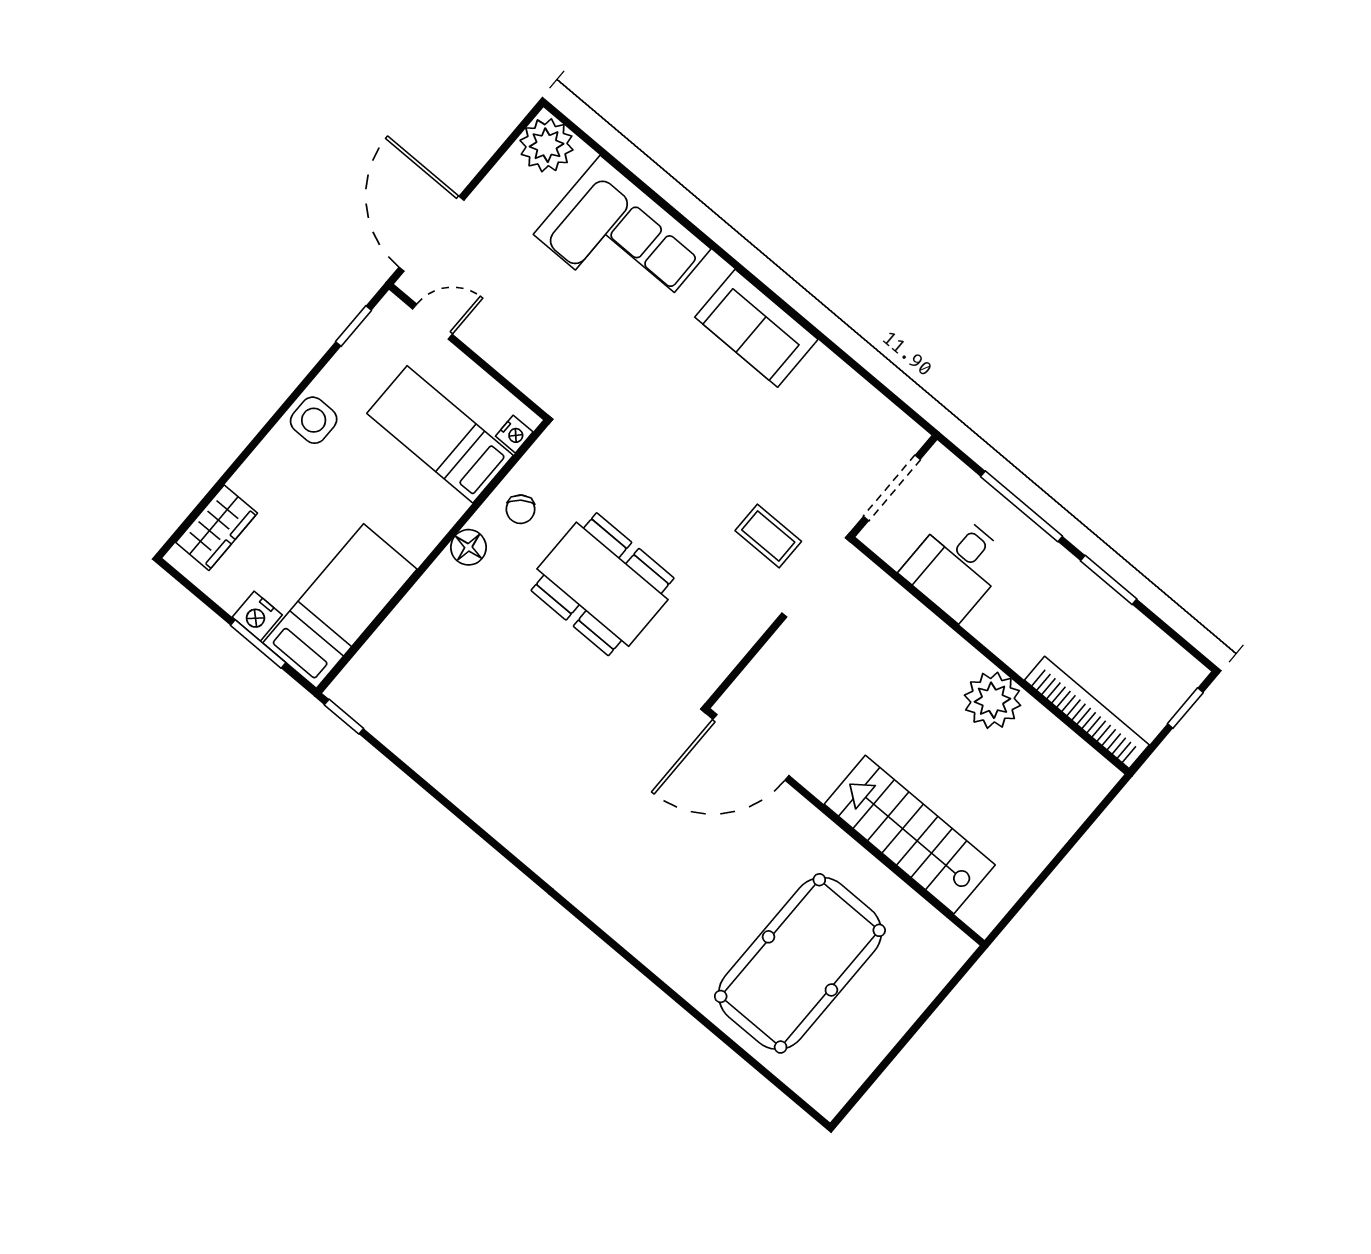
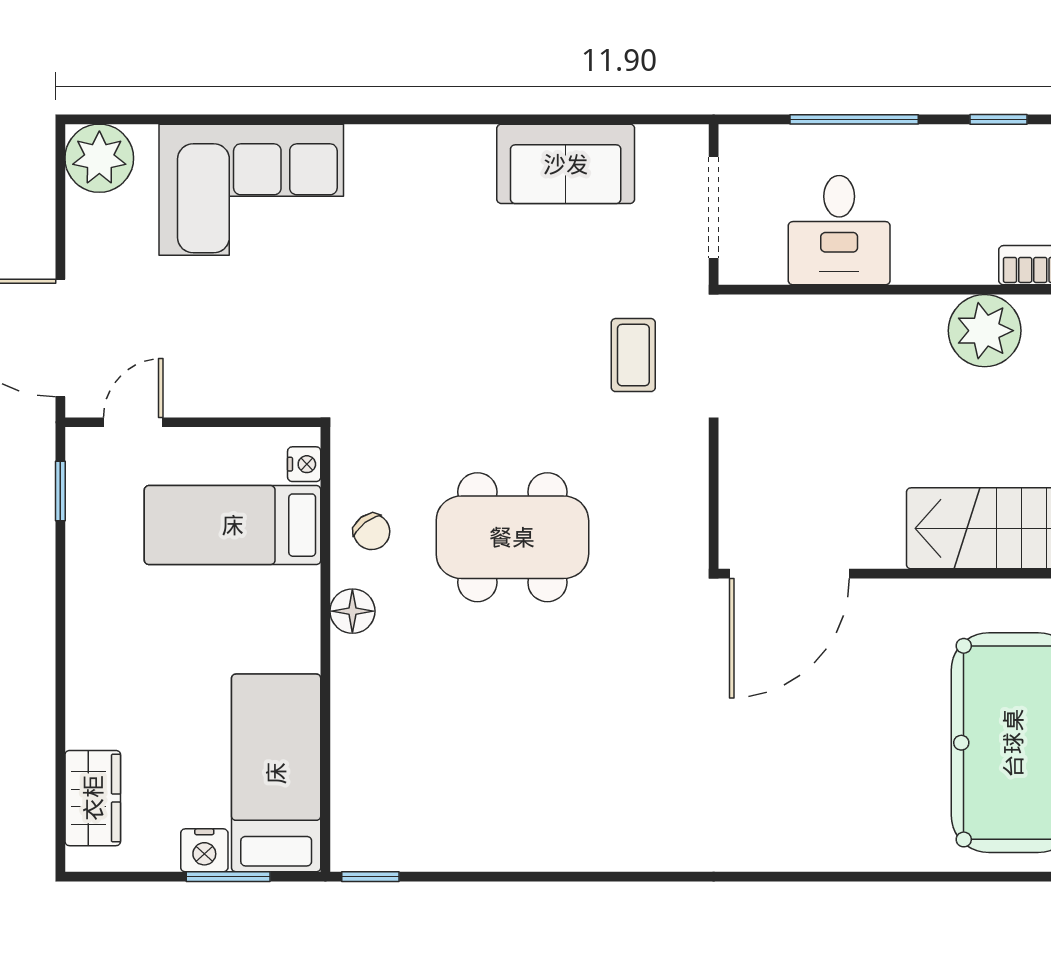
sofa: (756, 328) -> (566, 164), moved
side table: (314, 420) -> (99, 615), removed
coffee table: (768, 536) -> (633, 355), turned 90
window: (1109, 580) -> (999, 119), width x0.67

